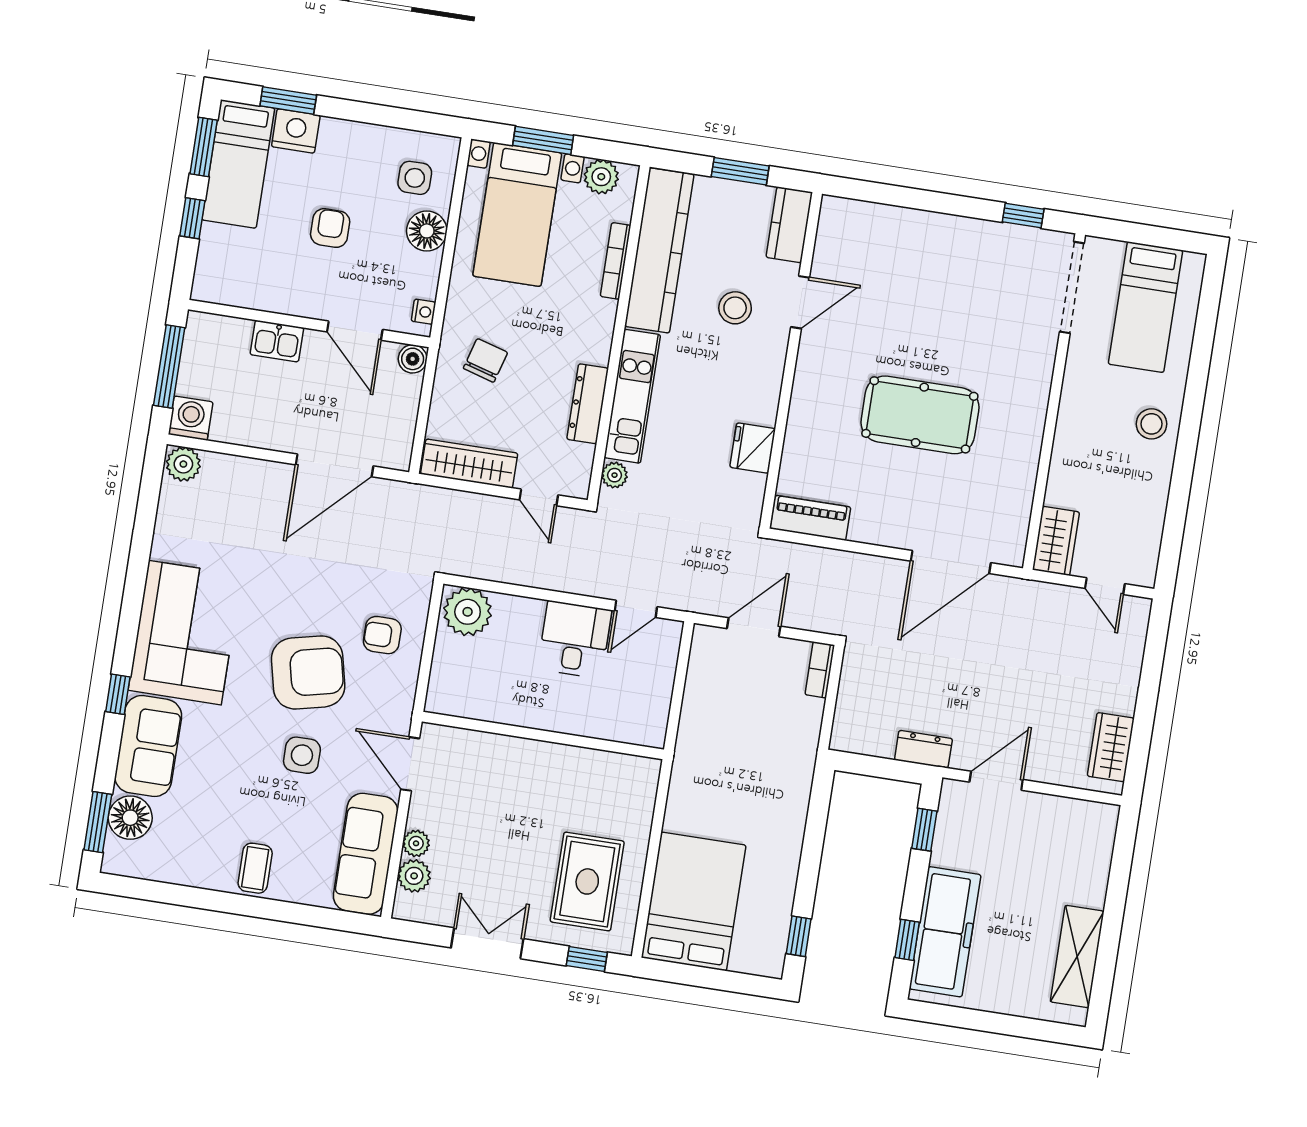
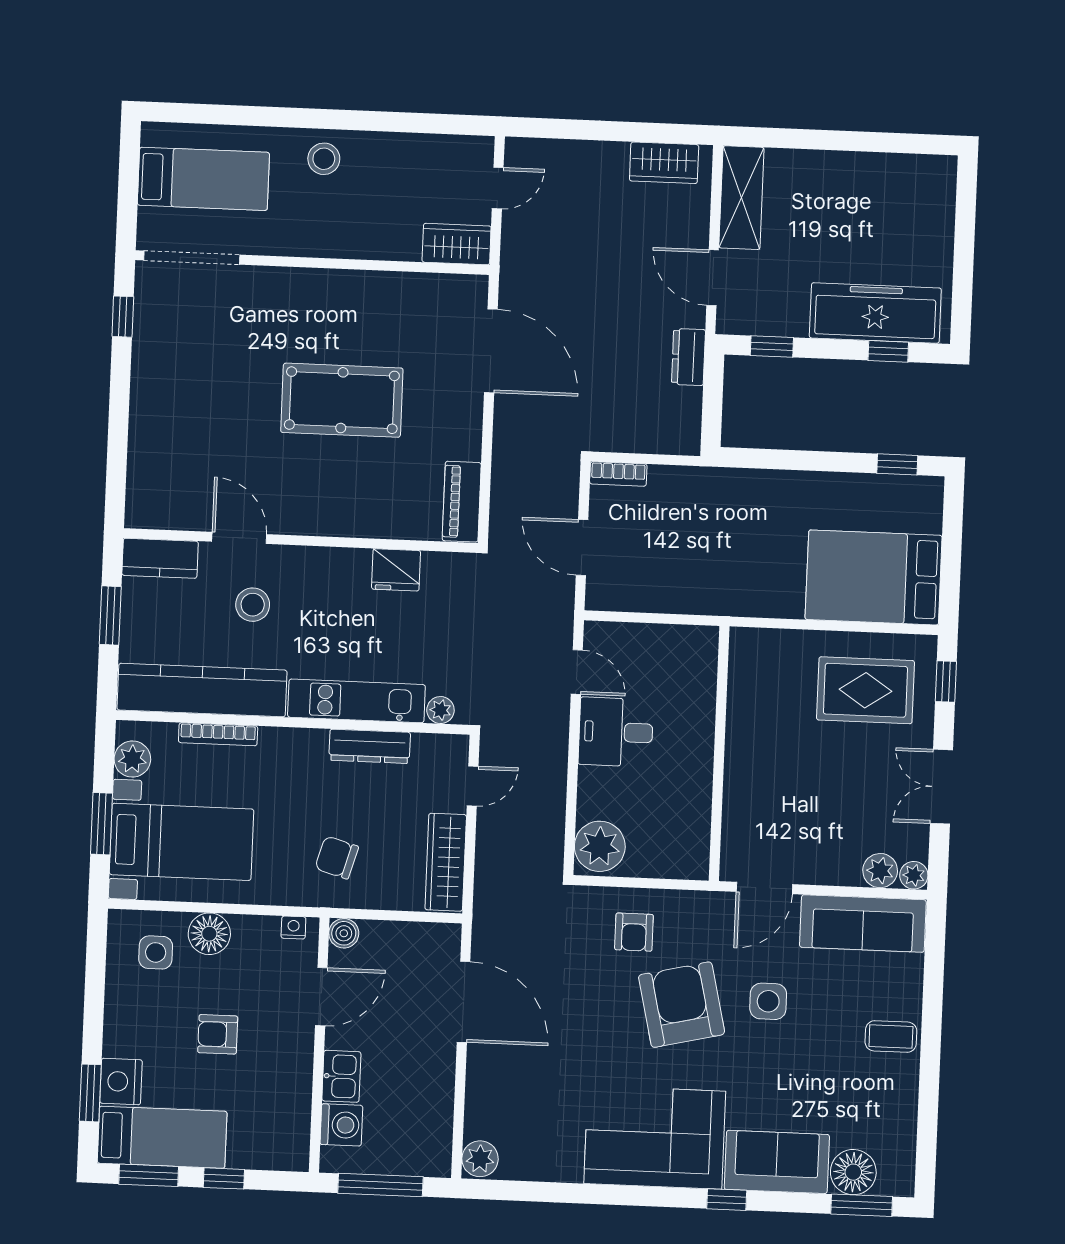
pool table: (920, 415) -> (342, 400), turned 90
washing machine: (191, 418) -> (341, 1125), moved, turned 180
plant: (416, 843) -> (914, 875), moved
shelving: (1077, 957) -> (741, 198), moved, turned 90

